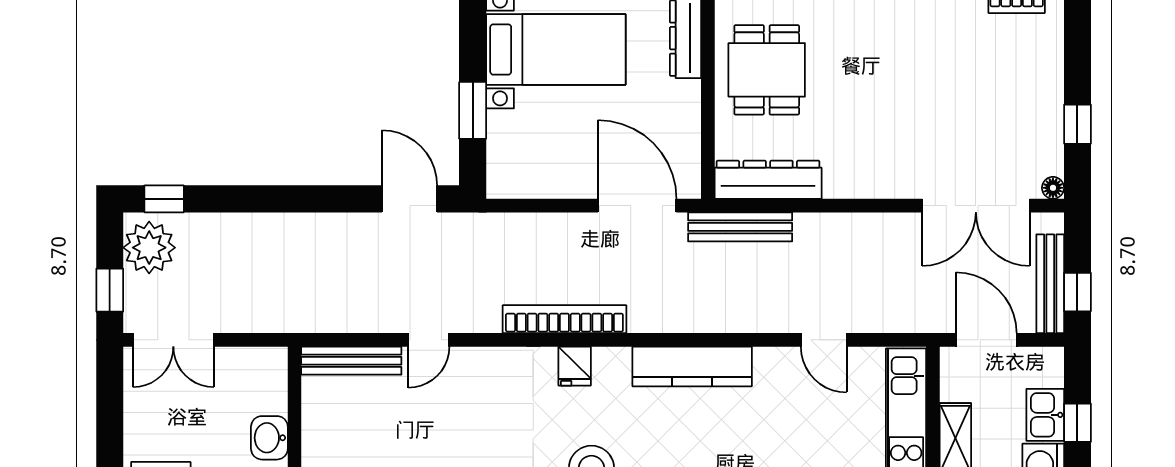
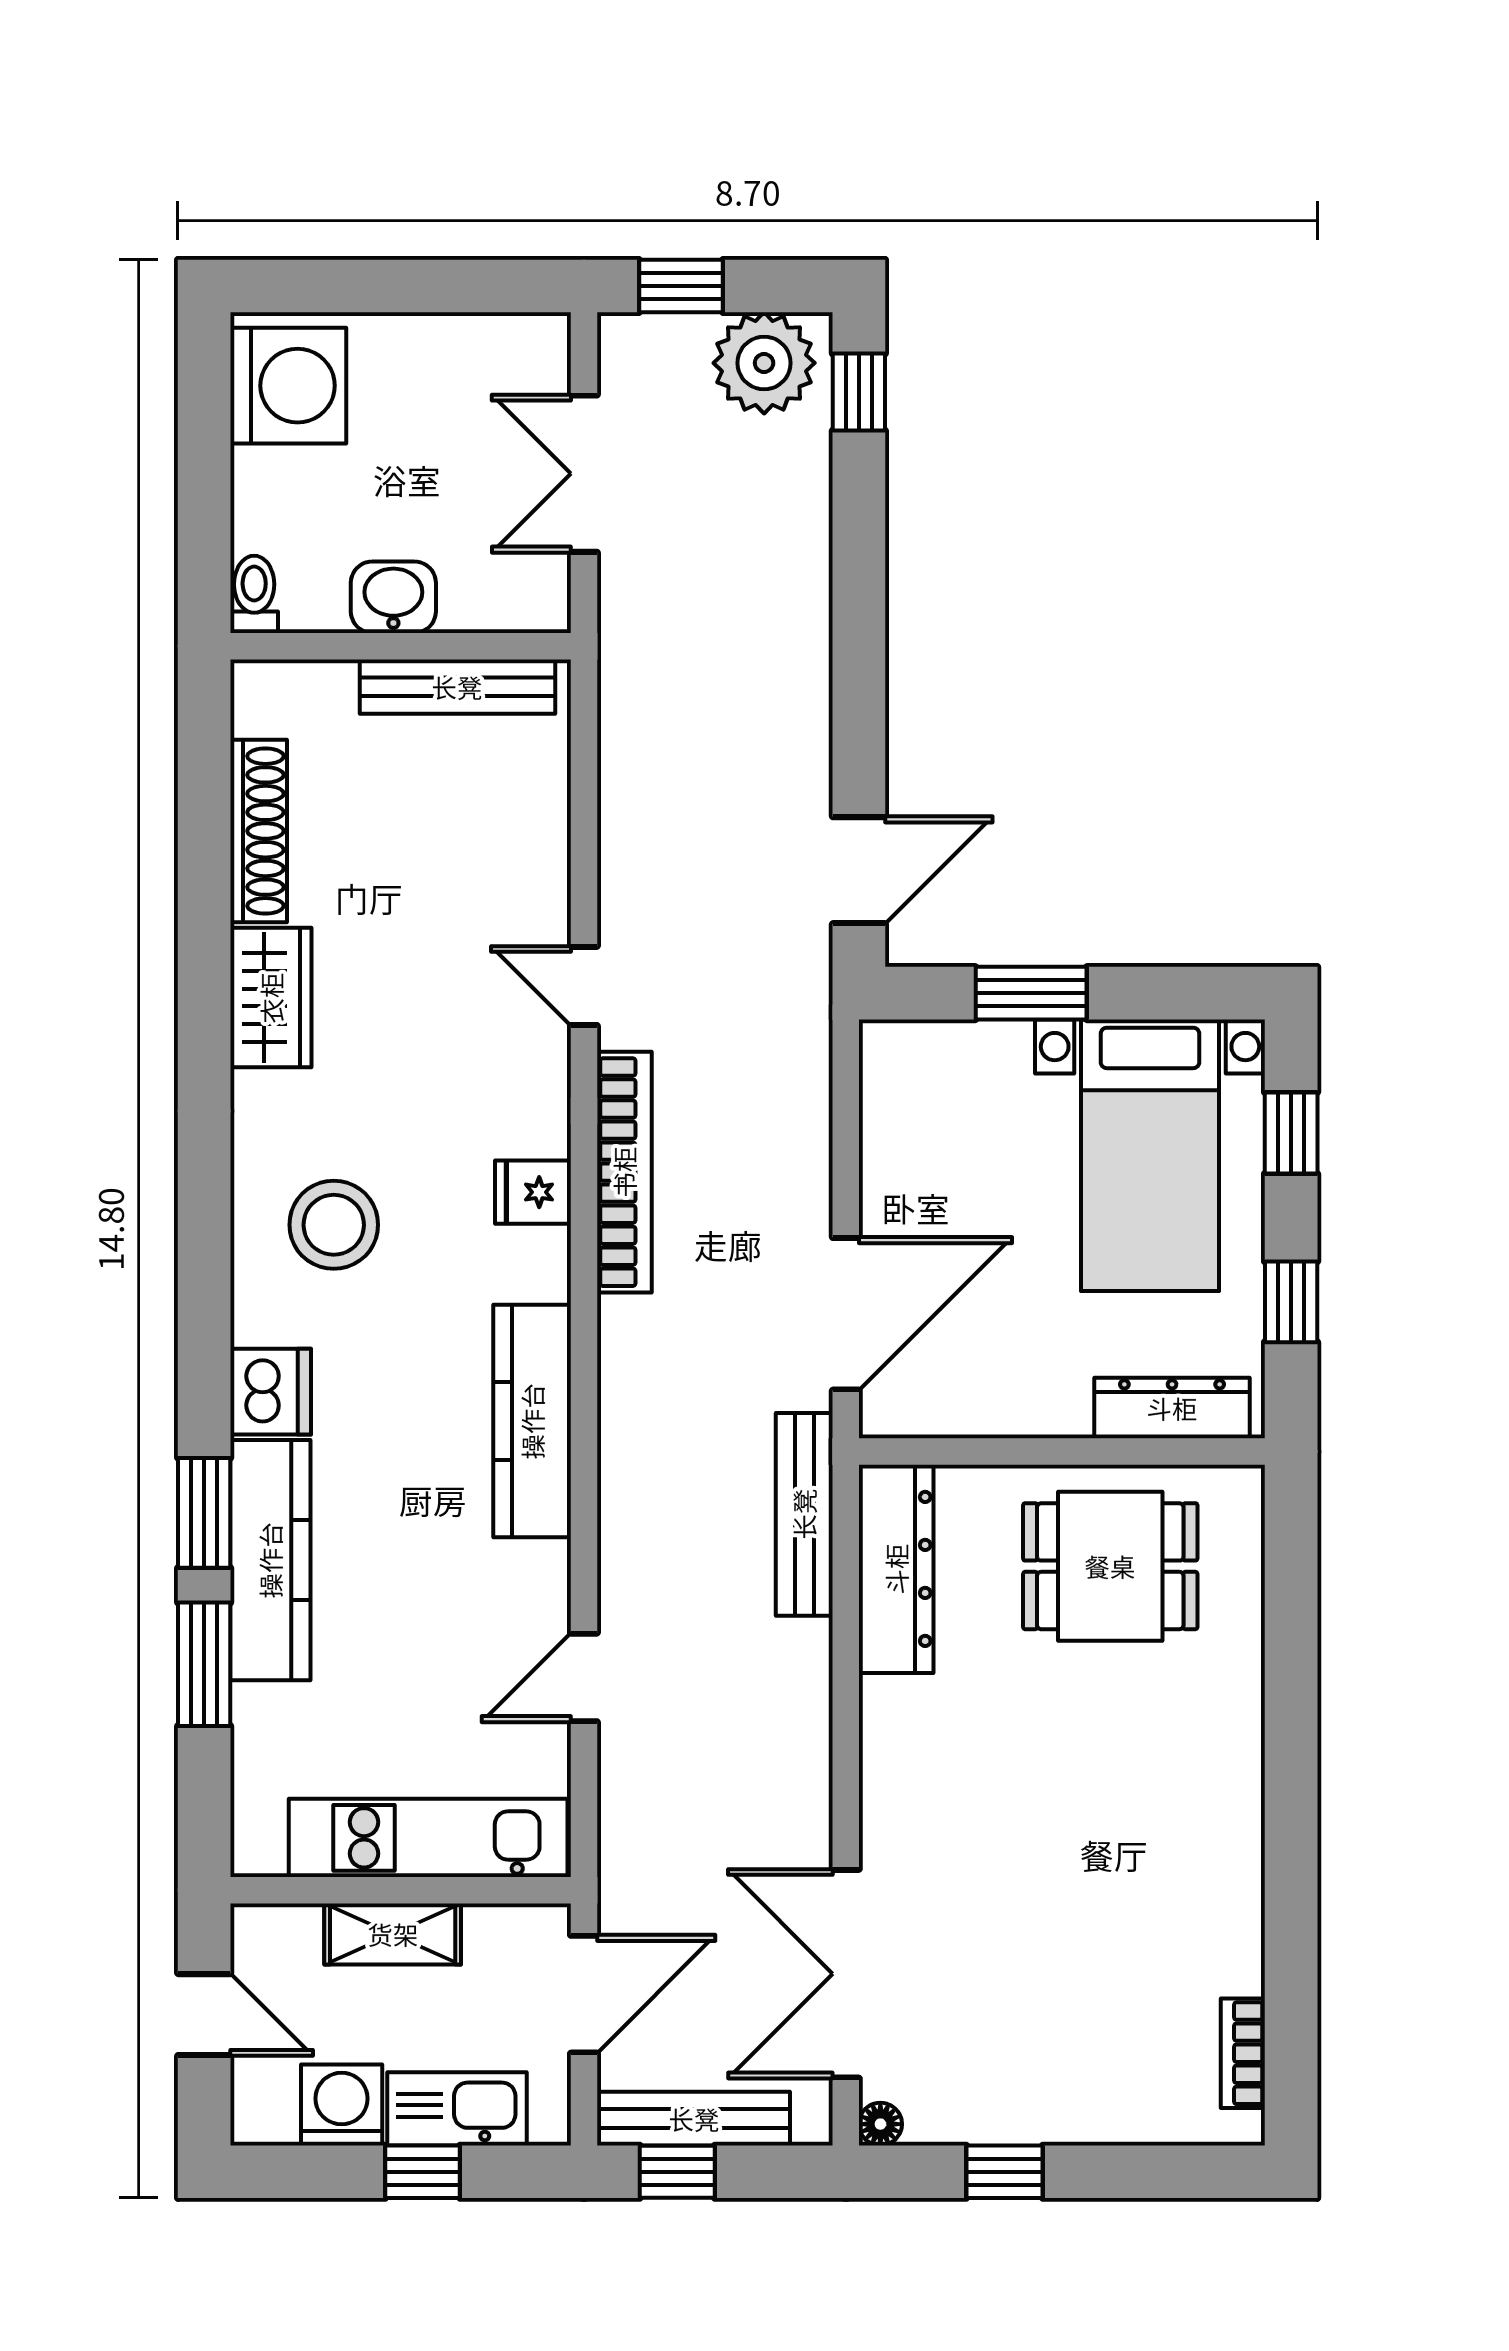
double door: (173, 340) -> (584, 474), moved
door: (429, 340) -> (584, 986), moved
bench: (351, 361) -> (457, 687), moved, turned 90
kitchen sink: (1045, 415) -> (457, 2109), width x1.38

